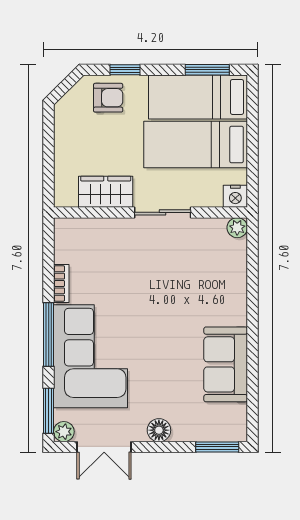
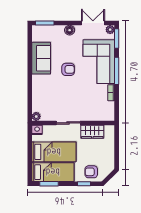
armchair: (162, 338) -> (68, 69), added

